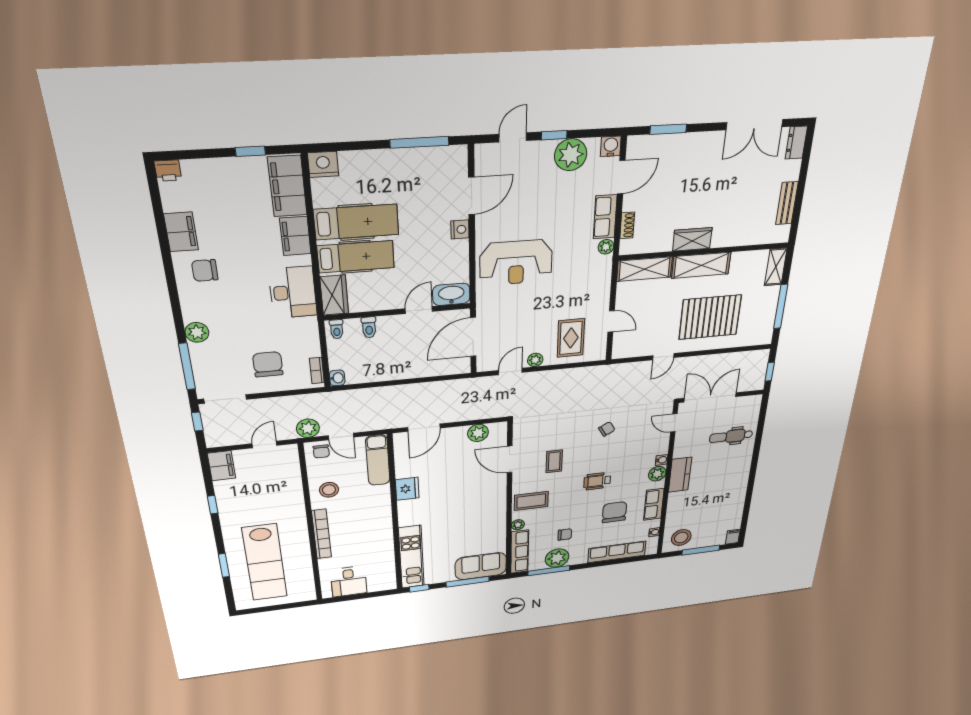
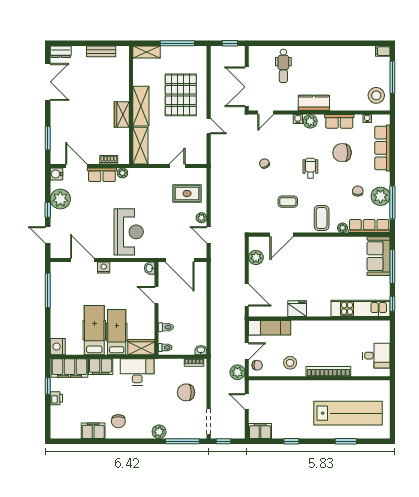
printer: (168, 171) -> (56, 398), moved
washbasin: (451, 294) -> (150, 268), width x0.52, depth x0.69
wheelchair: (597, 481) -> (310, 168), turned 180

